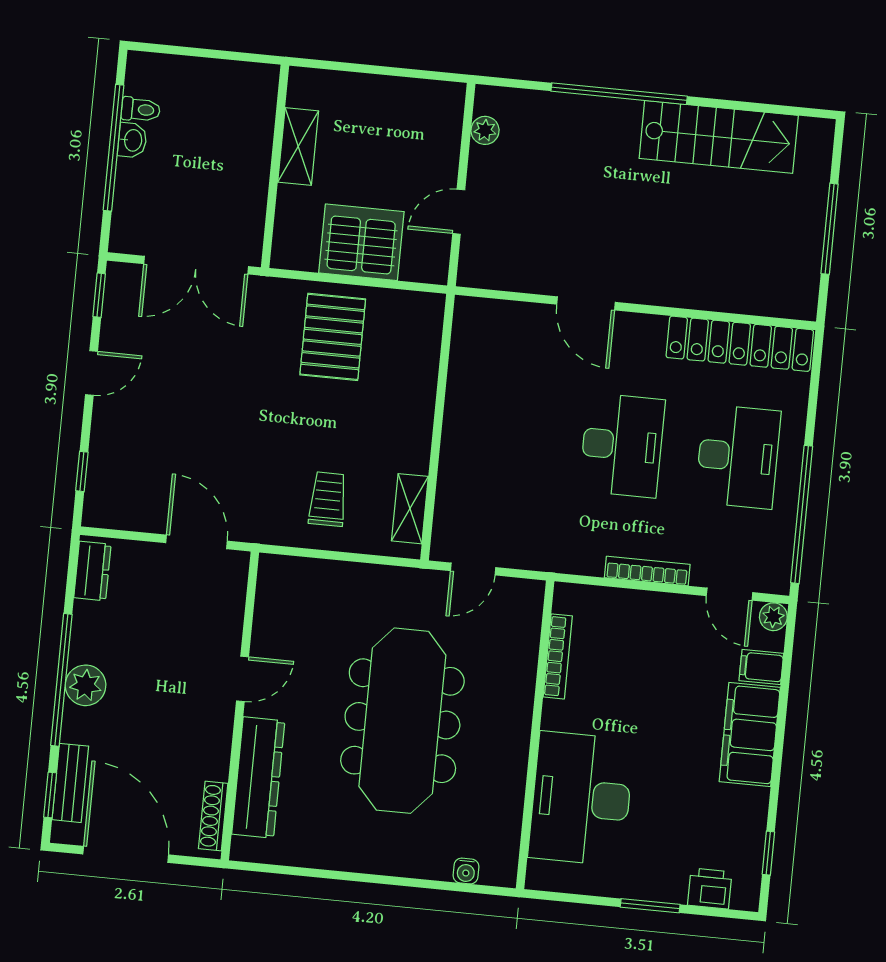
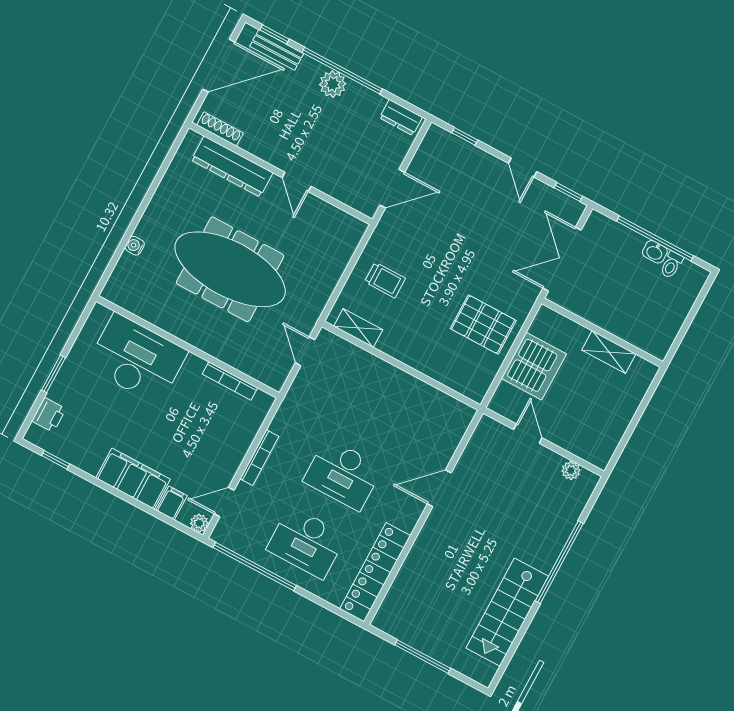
water cooler: (466, 871) -> (135, 246), moved

